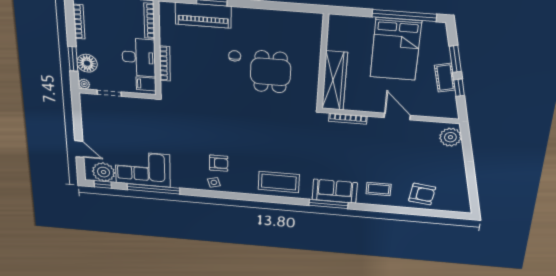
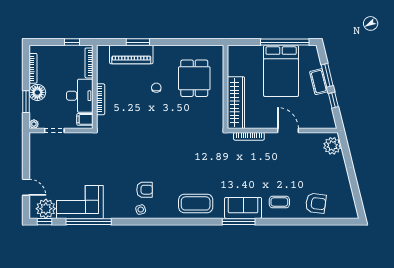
floor lamp: (87, 63) -> (37, 92), moved
dining table: (271, 72) -> (194, 78), moved
cot: (445, 78) -> (319, 82), moved

